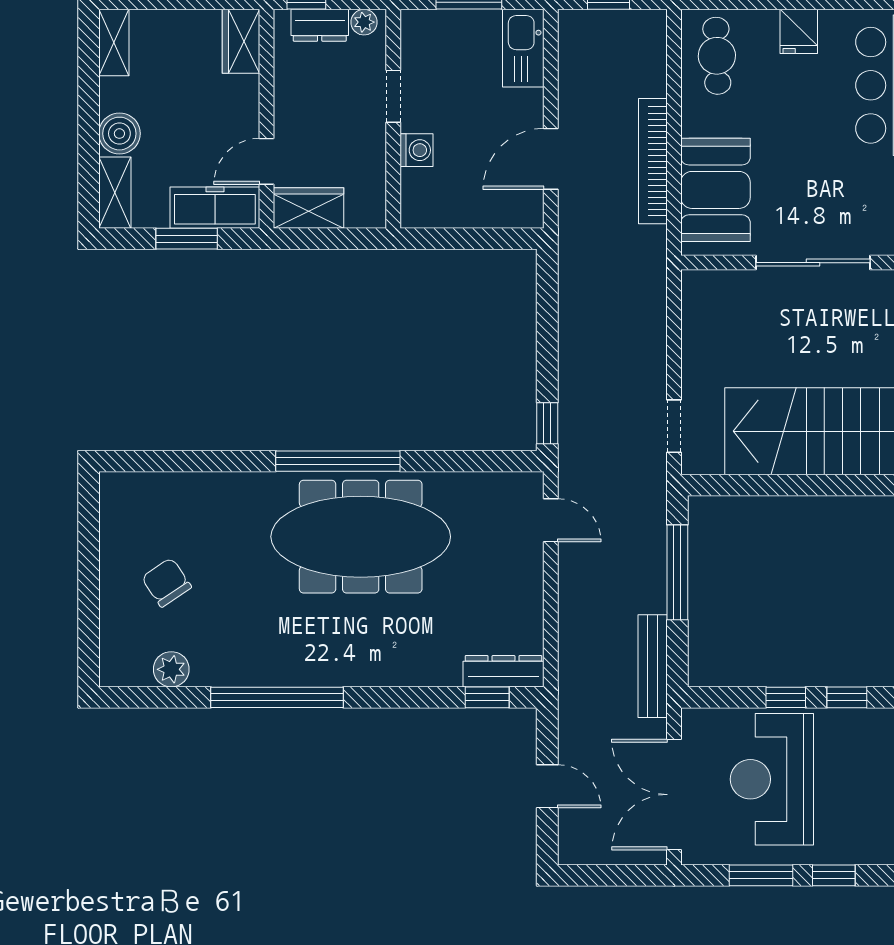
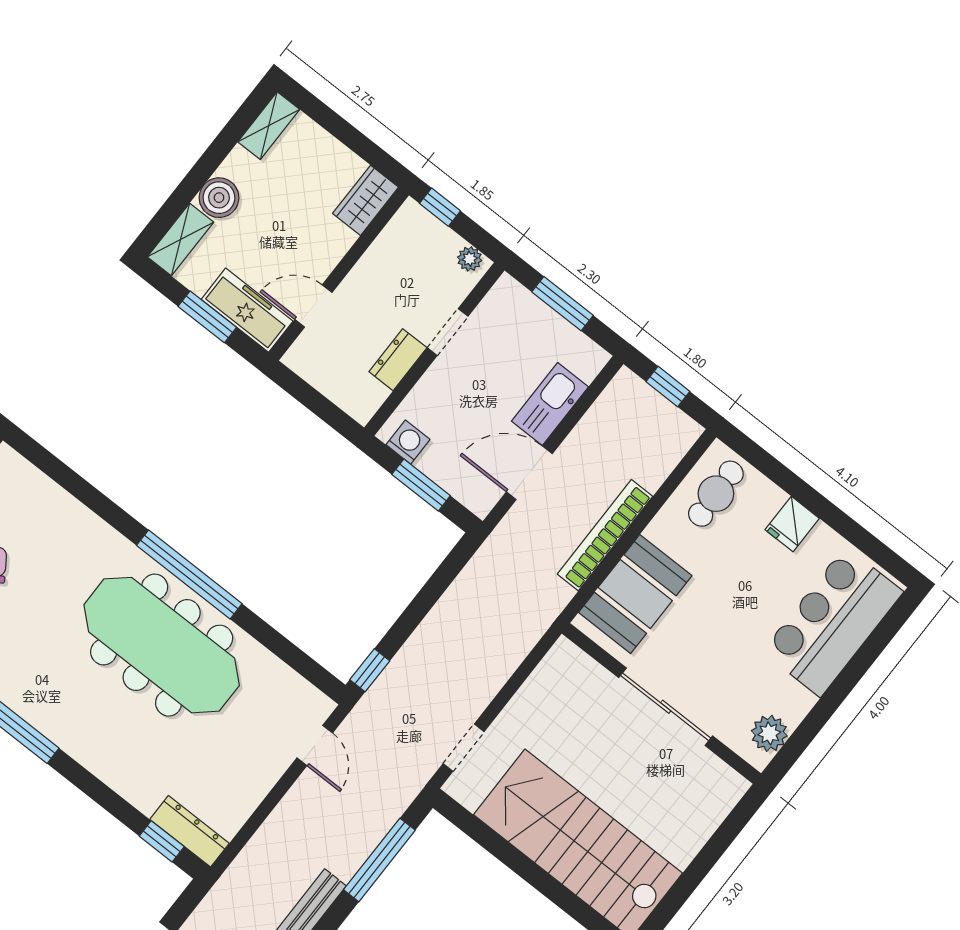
dresser: (320, 25) -> (398, 360), moved, turned 90
kitchen sink: (523, 48) -> (550, 404), moved
washing machine: (417, 150) -> (408, 442), moved, turned -90
wardrobe: (309, 208) -> (317, 366), removed
window: (470, 239) -> (421, 485), added

